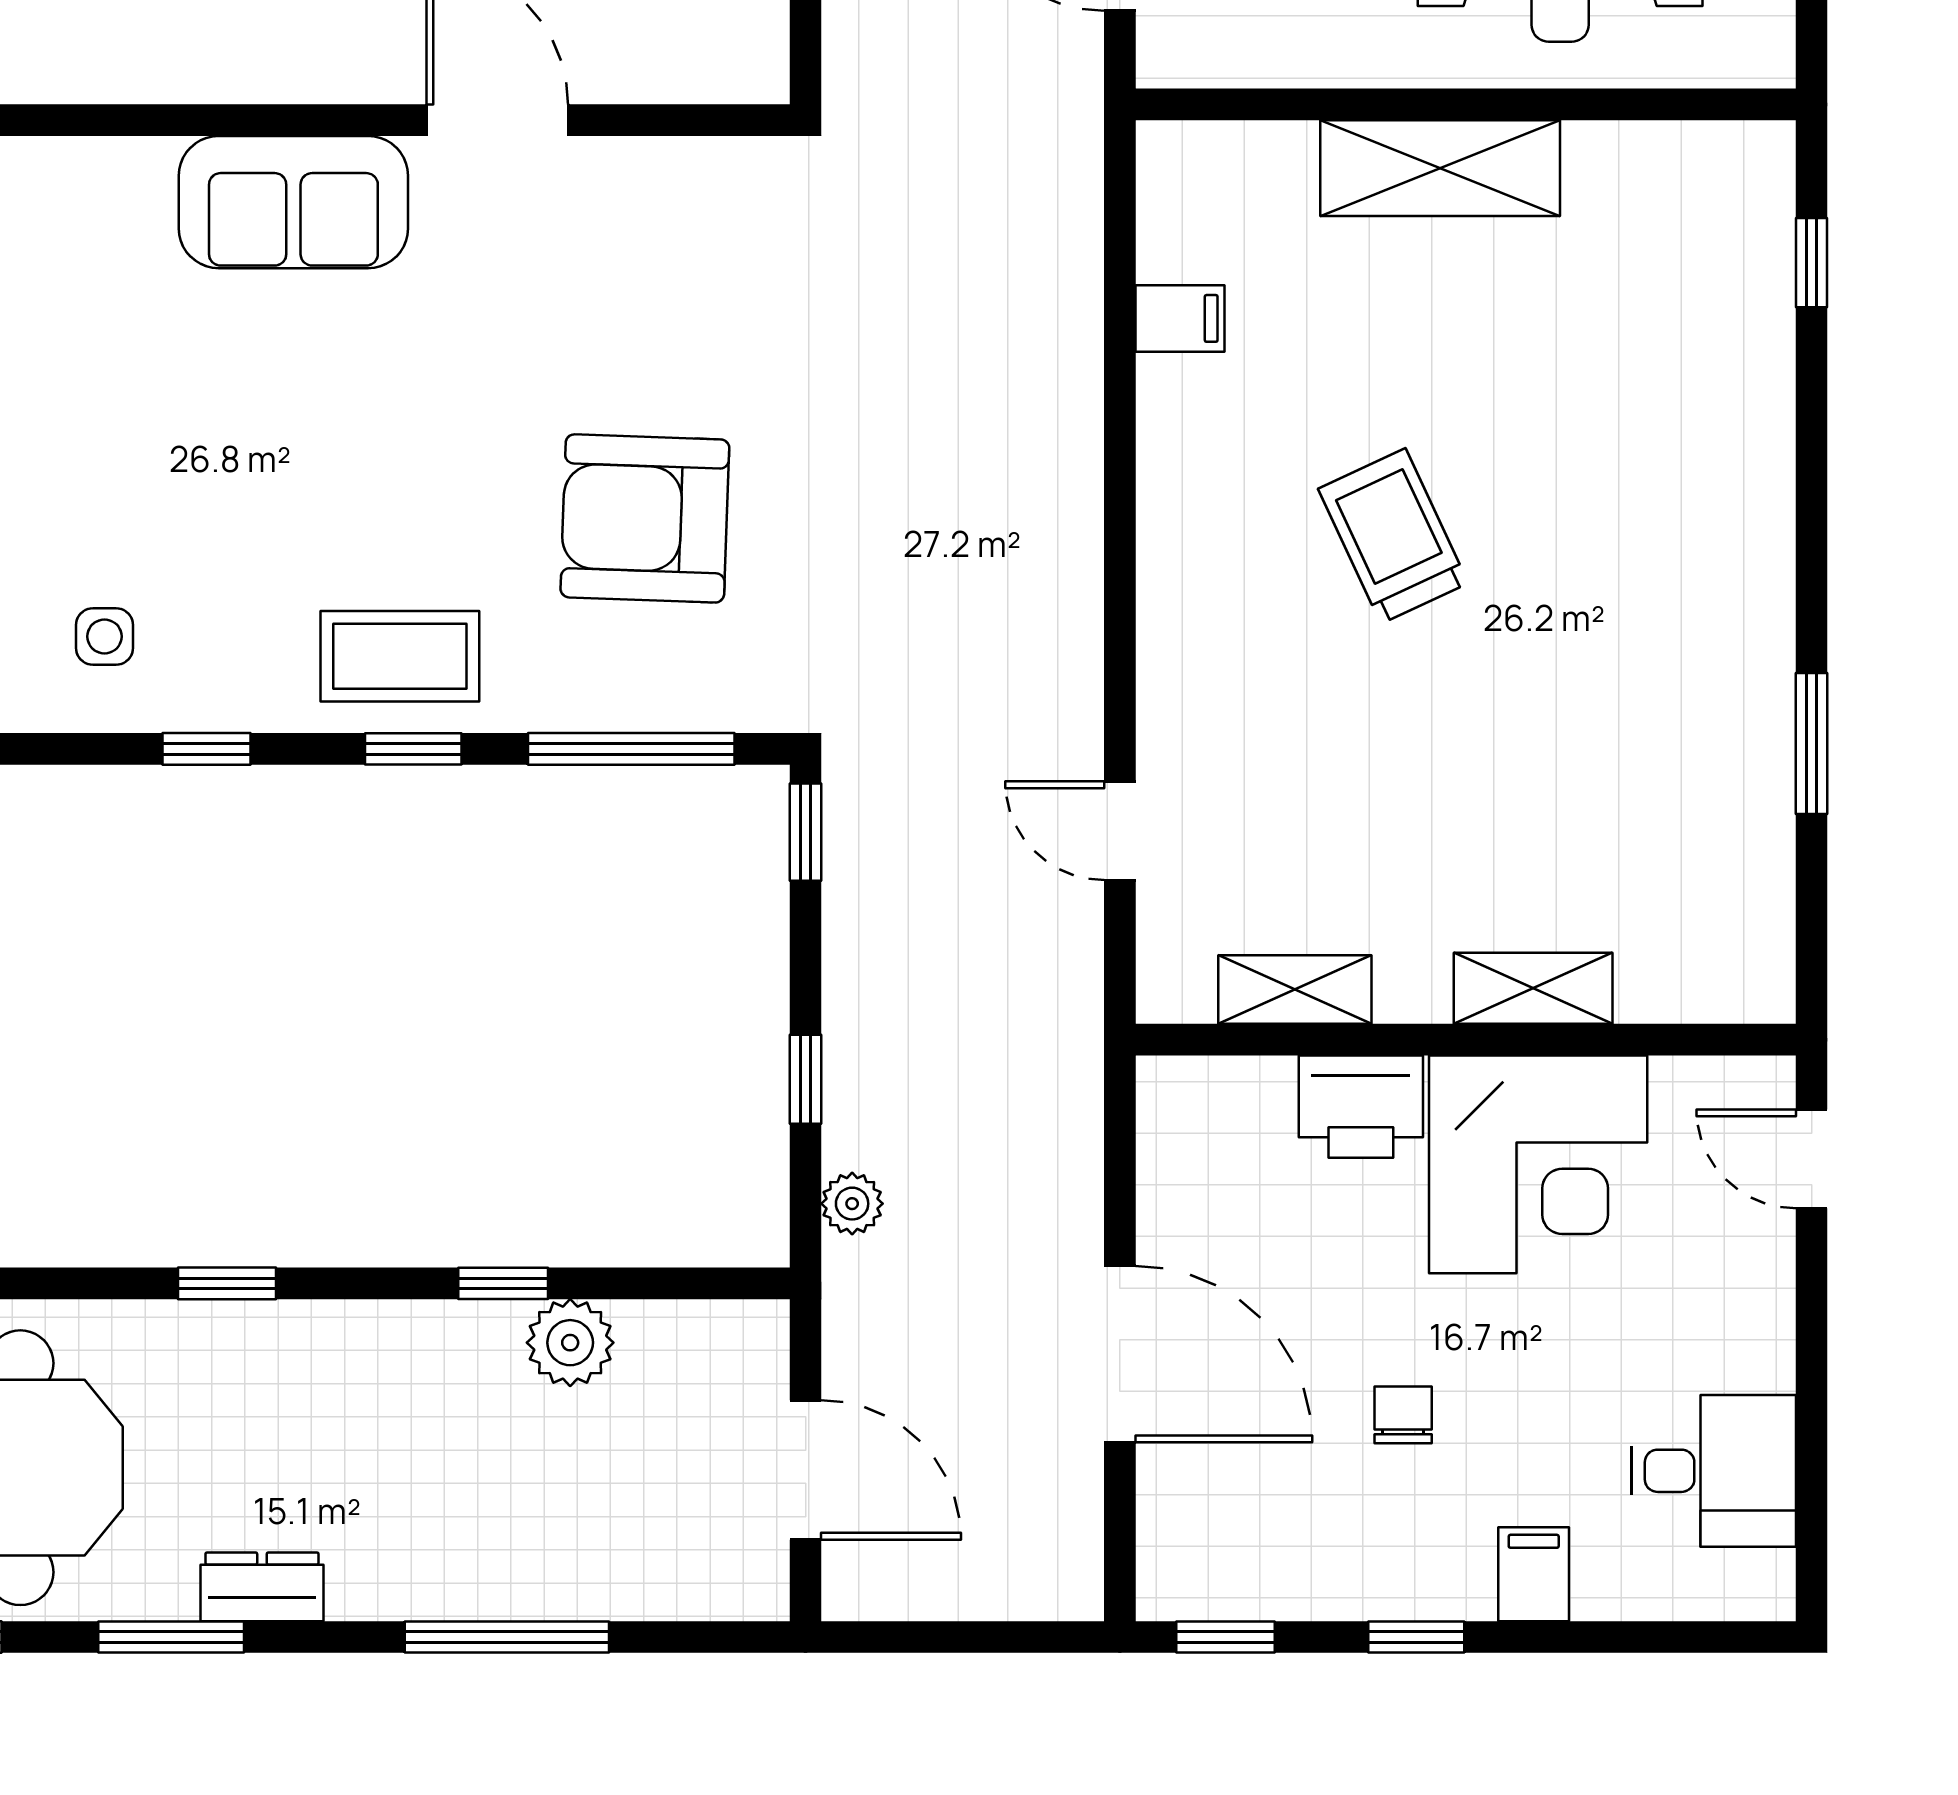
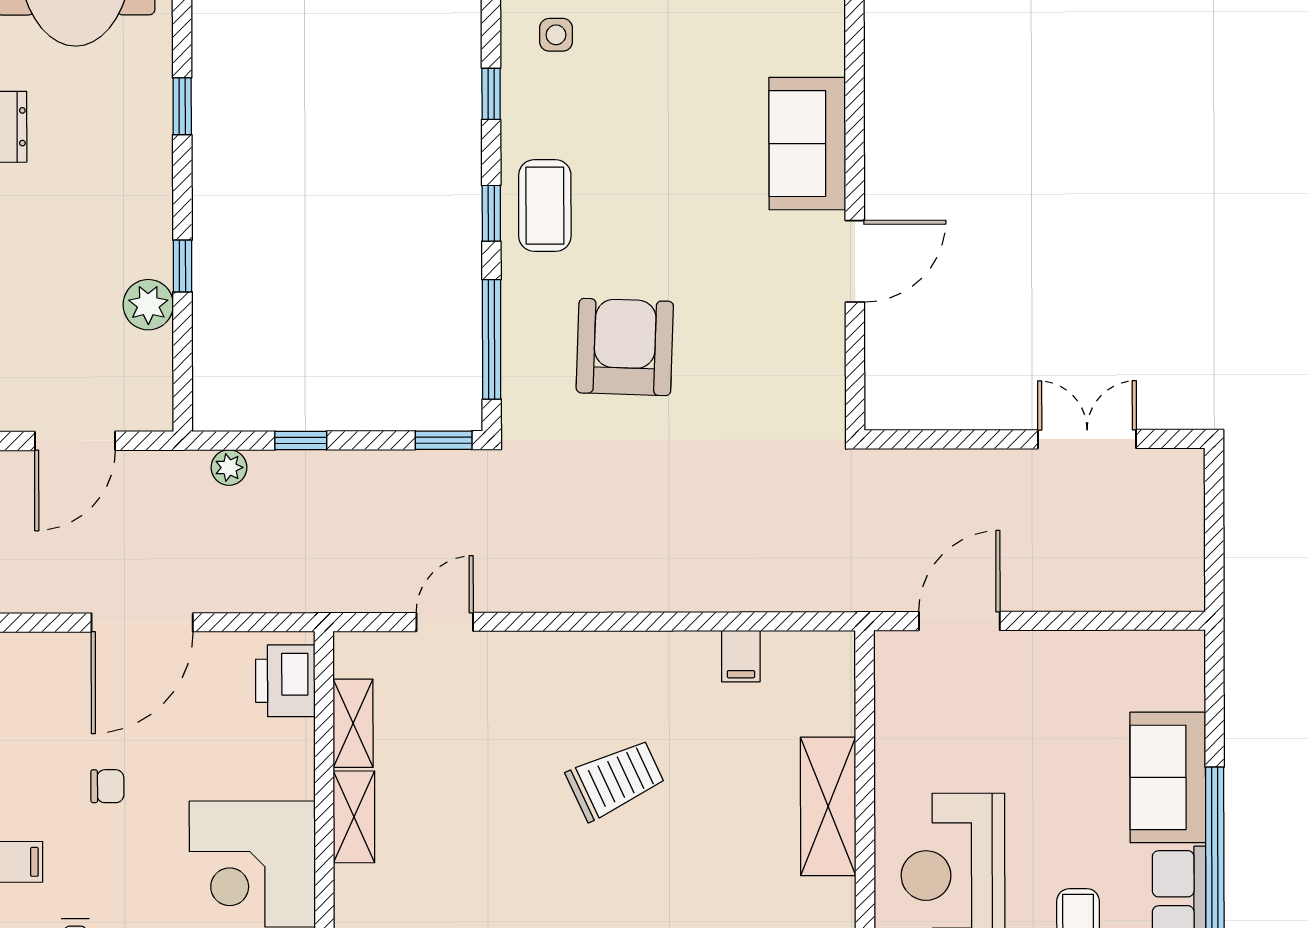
shelving: (1533, 988) -> (354, 817), moved
printer: (1361, 1107) -> (285, 681), moved

